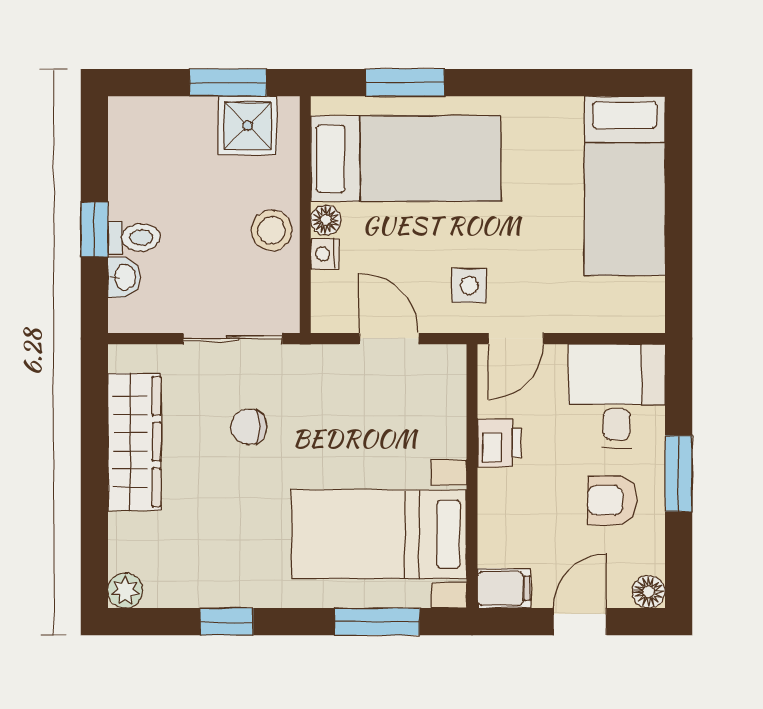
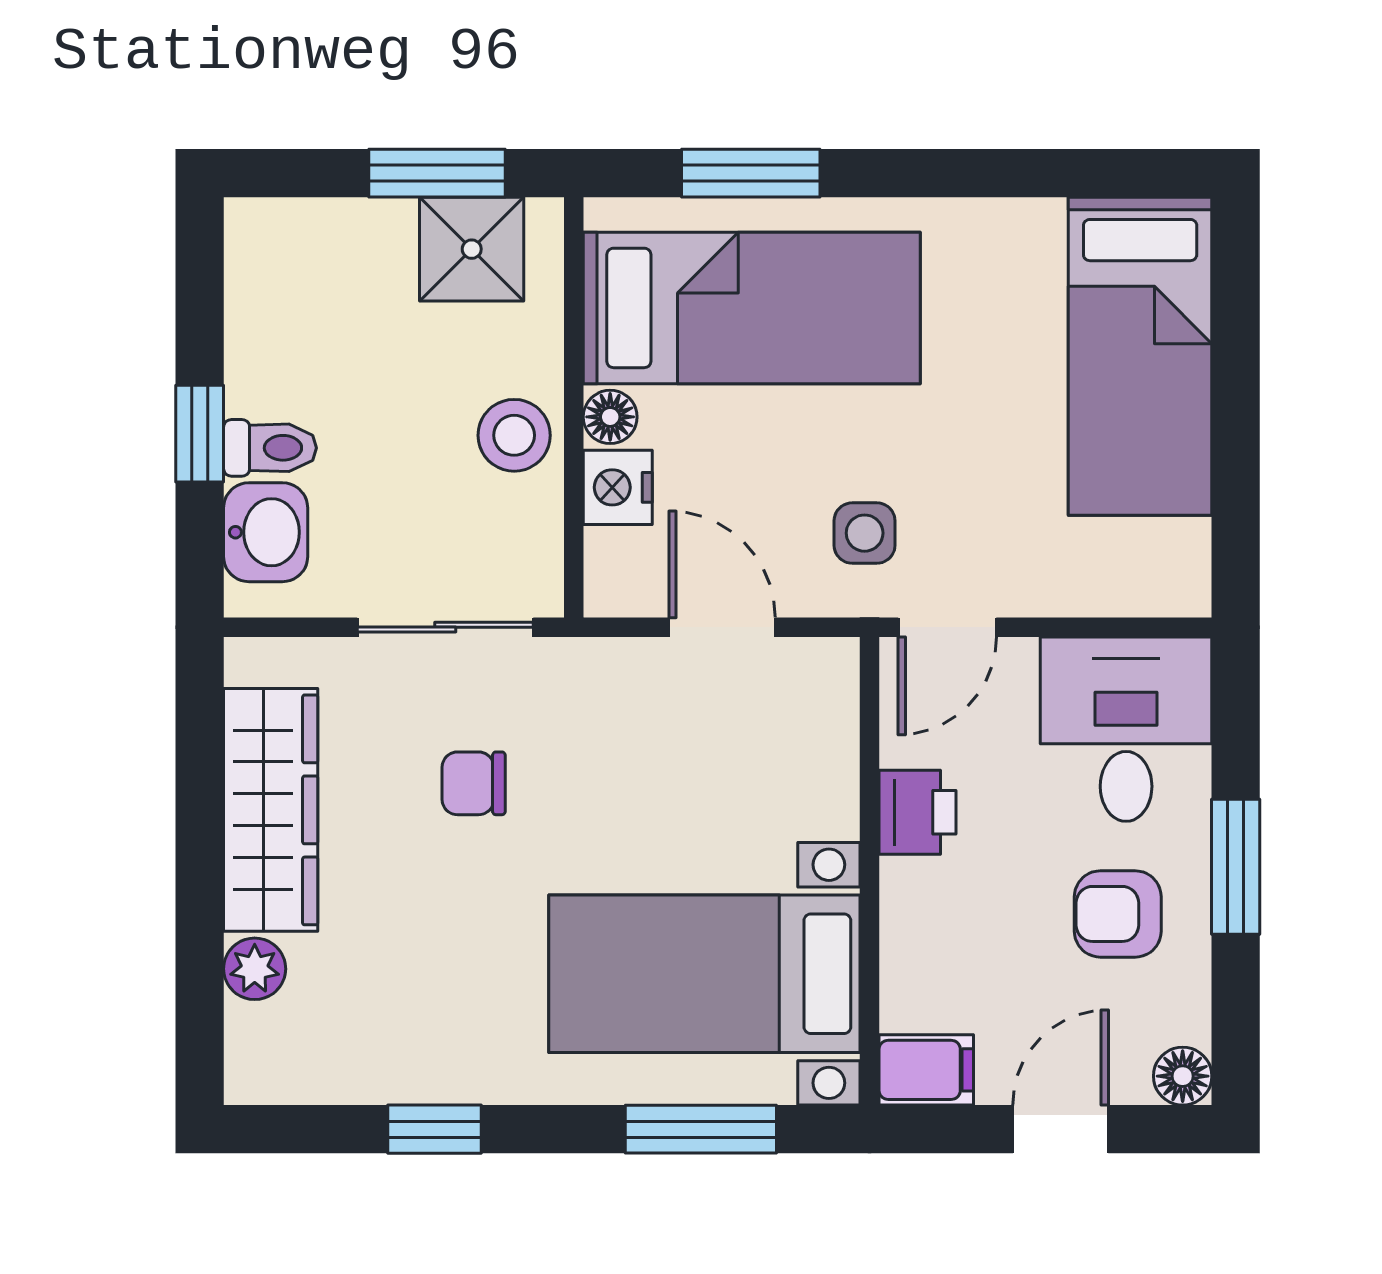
nightstand: (325, 254) -> (618, 487), width x1.39, depth x1.35
washbasin: (124, 277) -> (266, 532), width x1.38, depth x1.45
plant: (125, 591) -> (255, 969), moved

